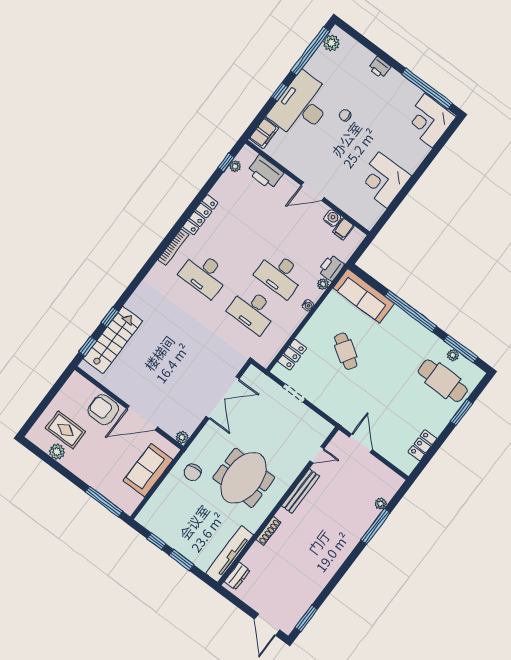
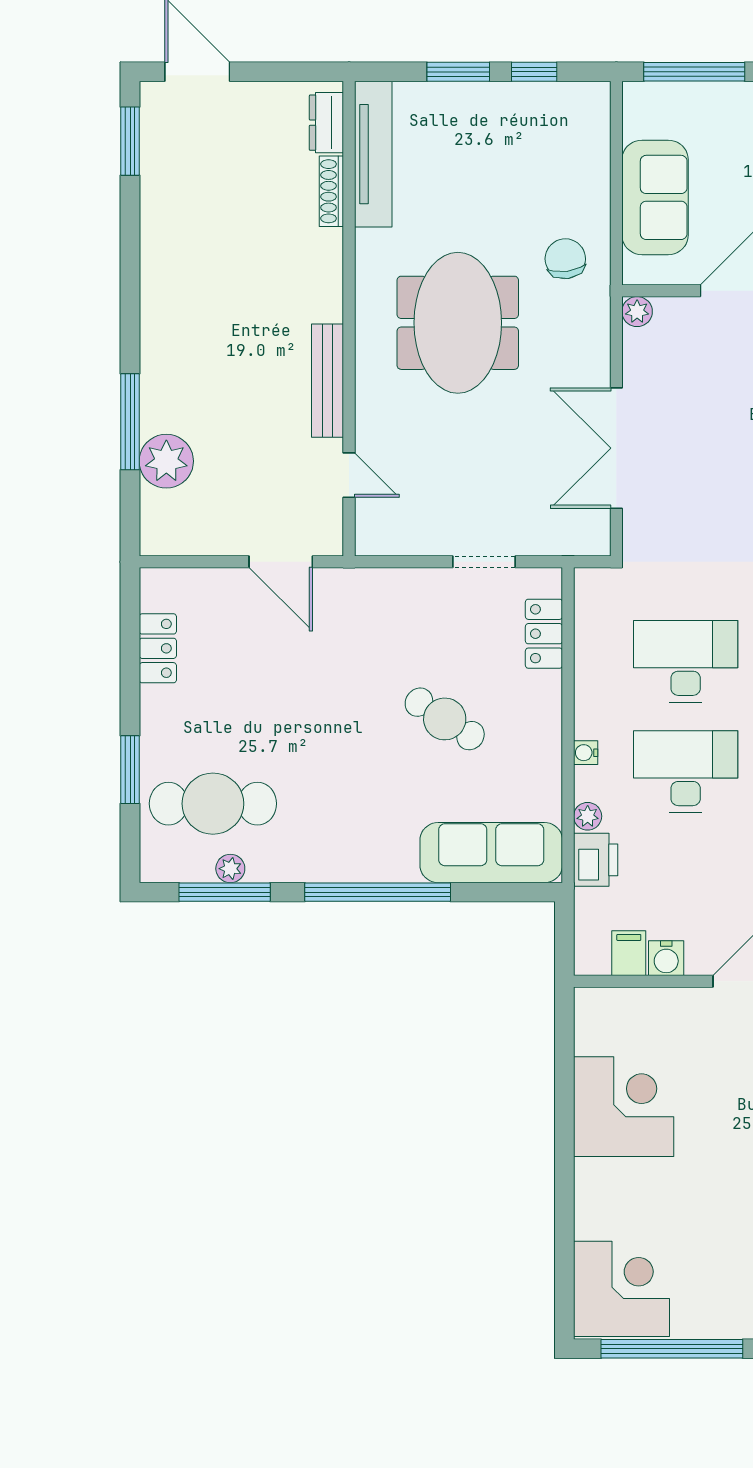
door: (317, 455) -> (349, 475), swing flipped
plant: (381, 503) -> (166, 461), width x1.88, depth x1.88
shoe rack: (268, 531) -> (331, 191), moved

